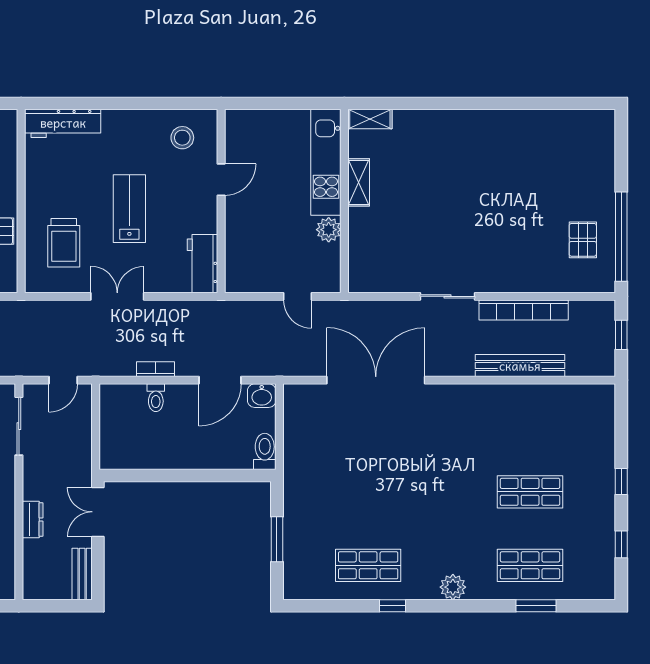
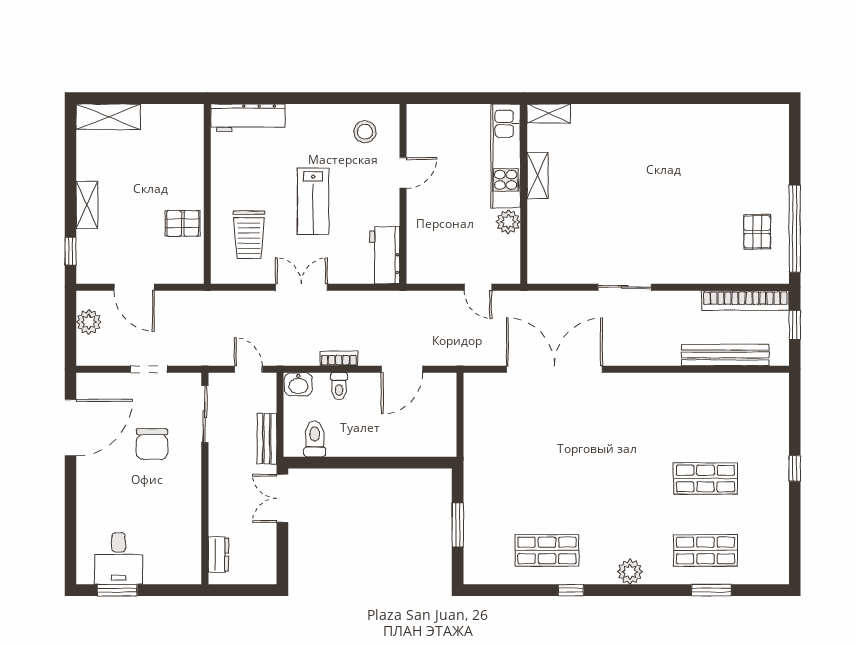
lab bench: (129, 209) -> (313, 201), turned 180
bookcase: (524, 310) -> (745, 301), moved
bench: (520, 366) -> (725, 355), moved
door: (63, 380) -> (248, 369), swing flipped
washbasin: (262, 396) -> (298, 384), moved
toilet: (265, 451) -> (315, 439), moved
dresser: (33, 519) -> (218, 554), moved
window: (621, 544) -> (795, 530), removed
bench: (82, 574) -> (267, 439), moved

